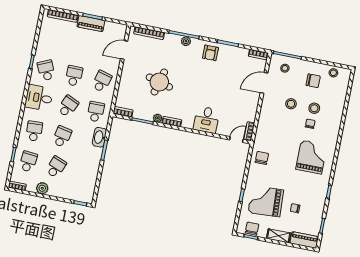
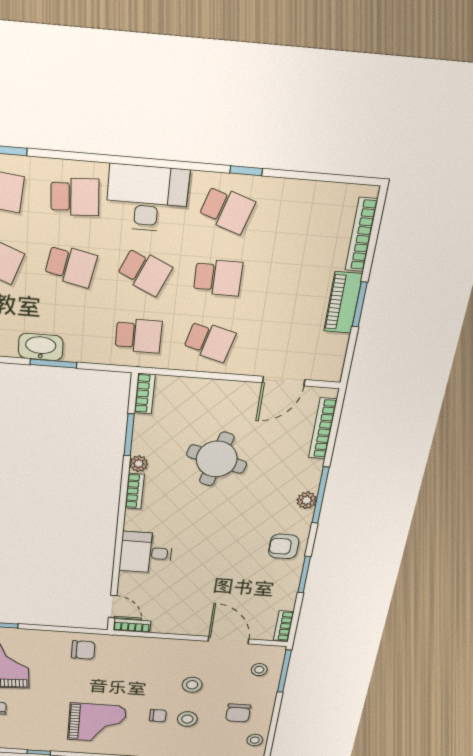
door: (124, 50) -> (284, 381), swing flipped
school desk: (46, 70) -> (227, 210), turned 42
desk: (39, 98) -> (147, 198), width x1.37
washbasin: (99, 137) -> (41, 347), moved

